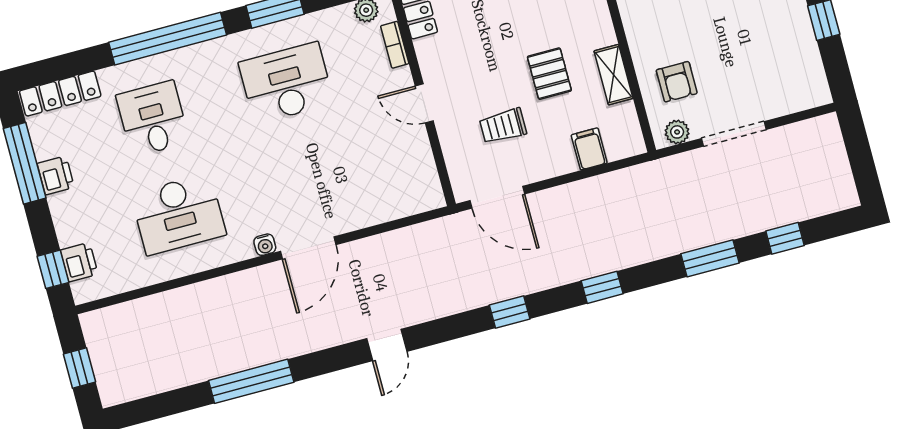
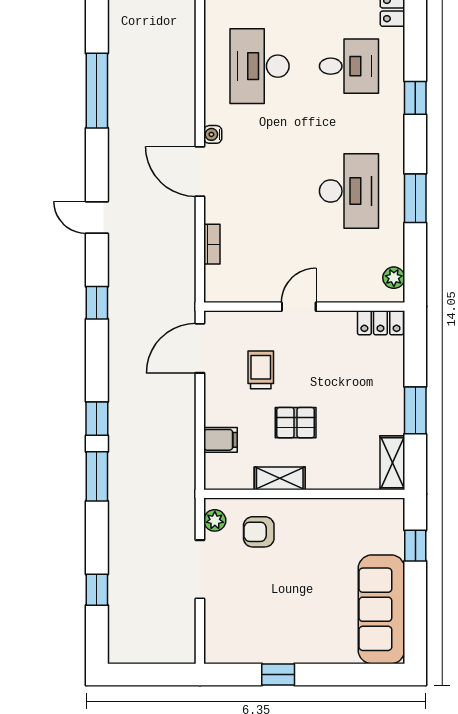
window: (168, 39) -> (415, 98), width x0.32
bookcase: (395, 45) -> (212, 244), moved, turned 90
window: (710, 258) -> (97, 476), moved
window: (510, 312) -> (97, 303), moved

